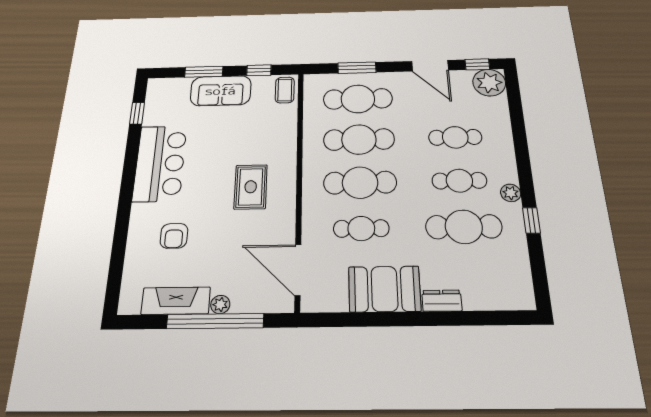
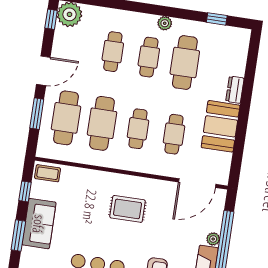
door: (430, 66) -> (43, 71), moved
cafe table: (360, 183) -> (138, 129), width x0.73, depth x0.74
window: (531, 220) -> (217, 19), moved

